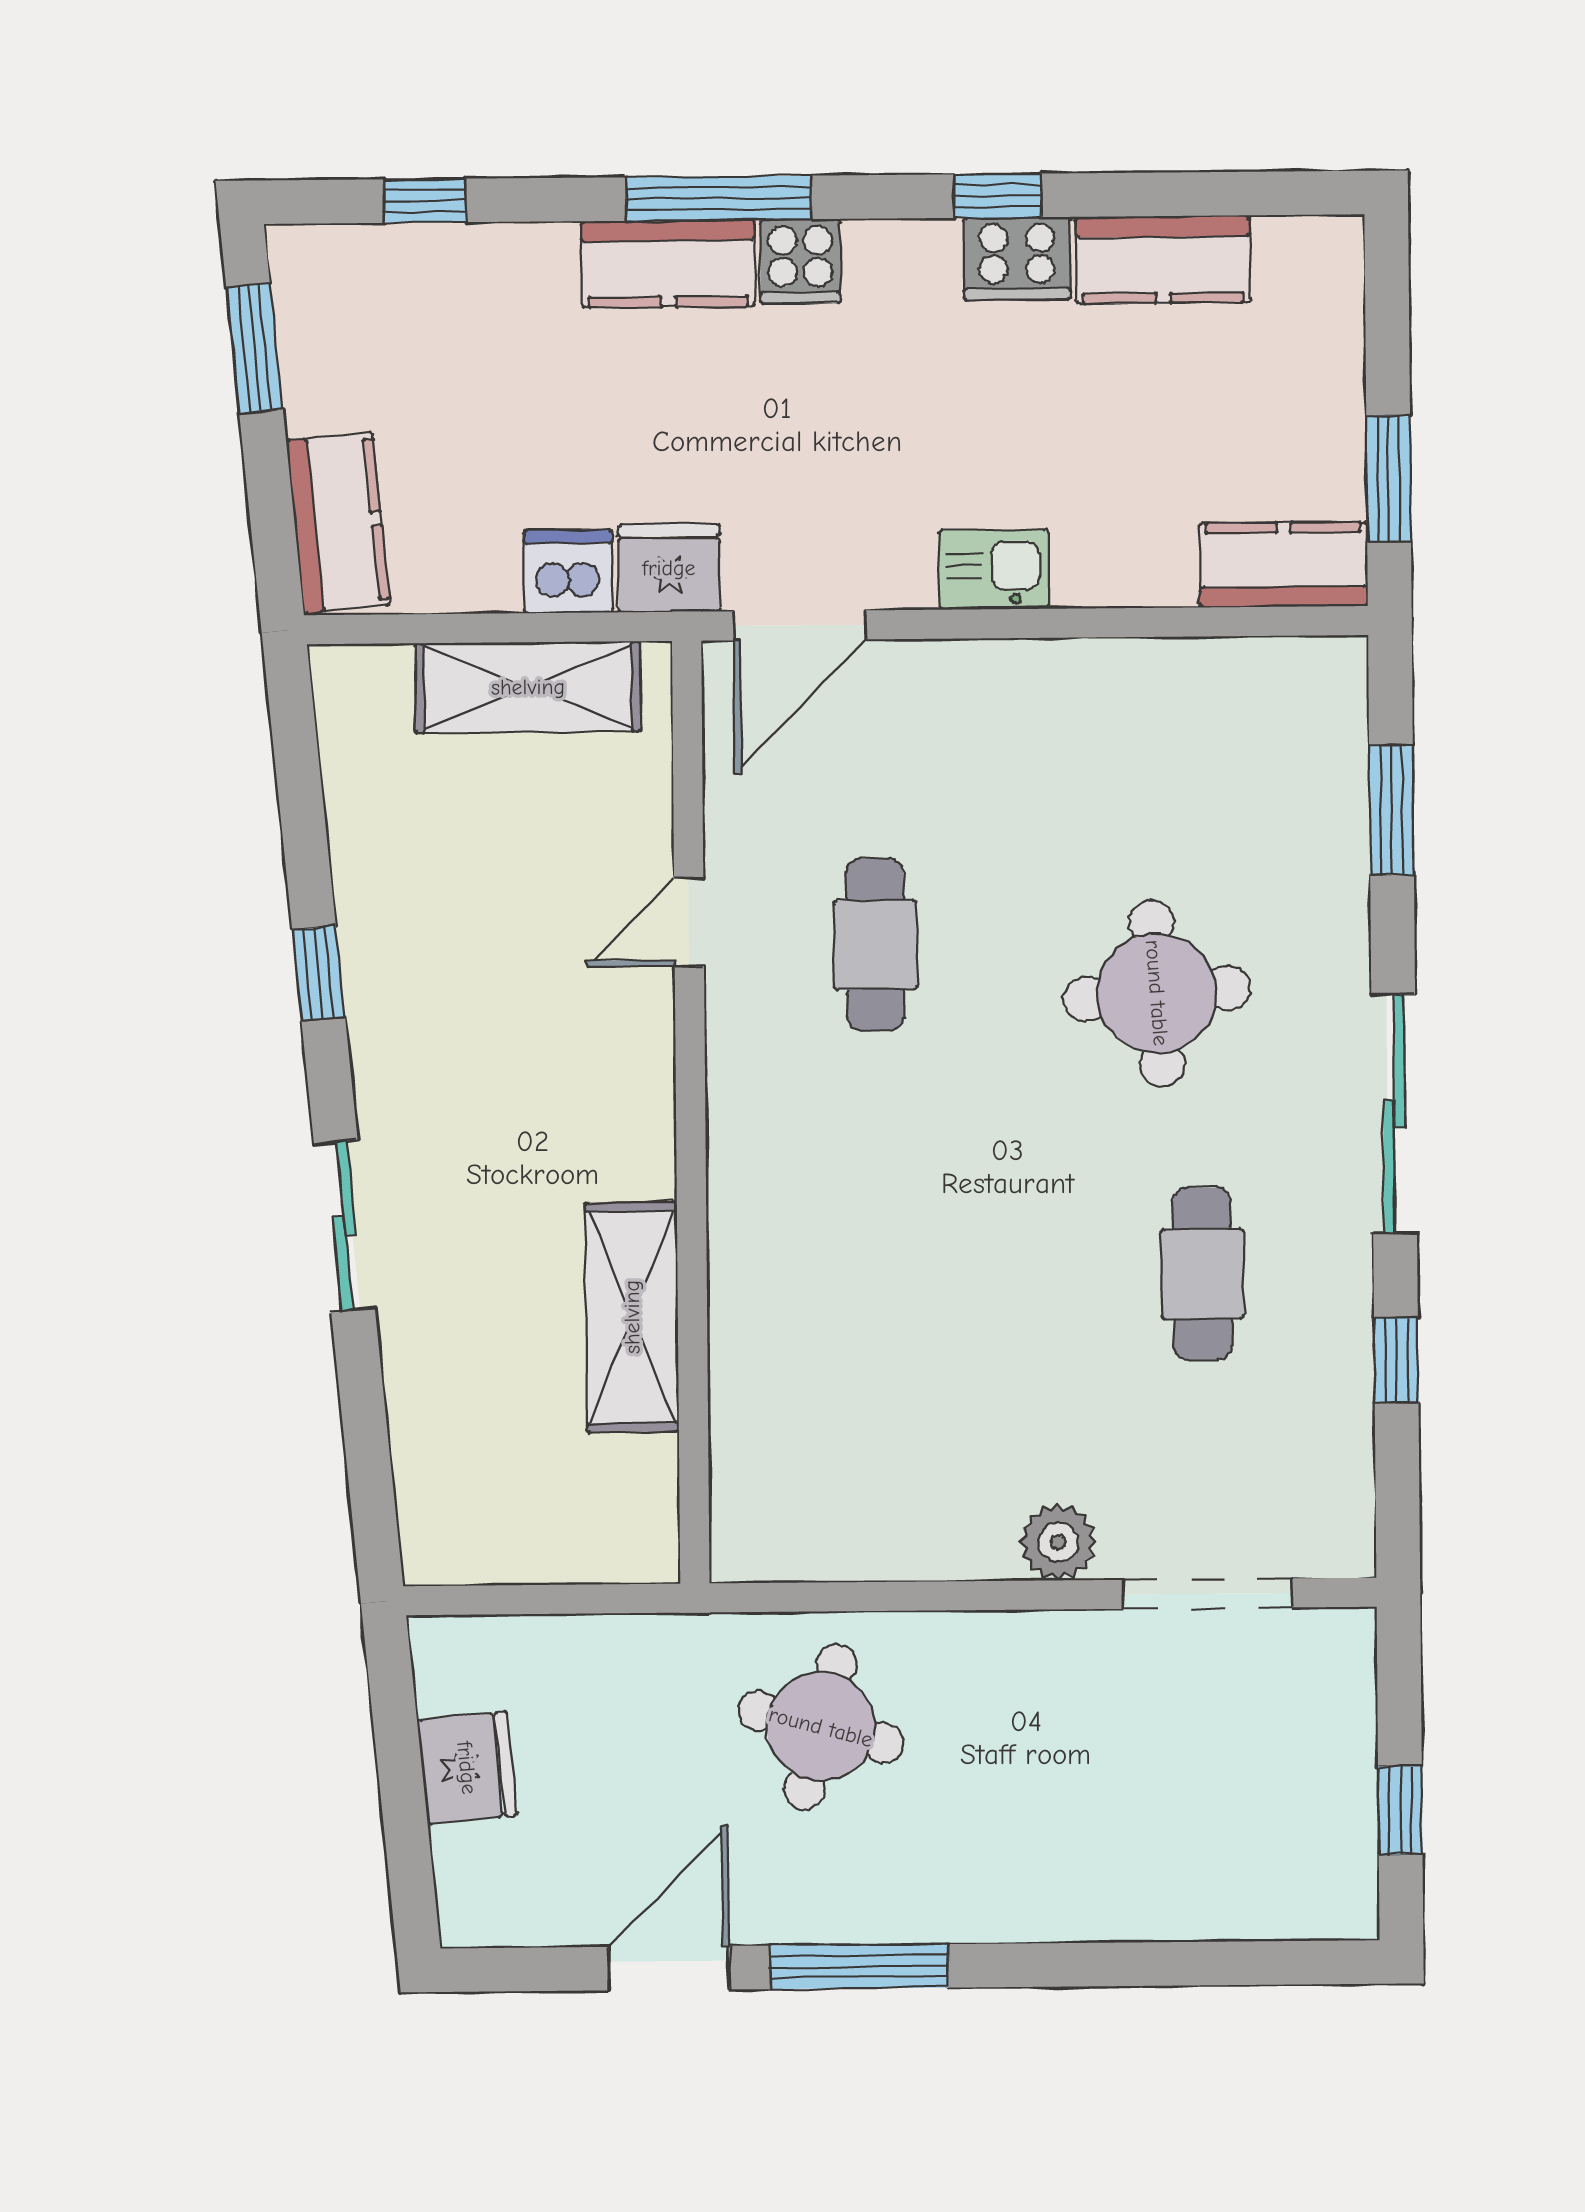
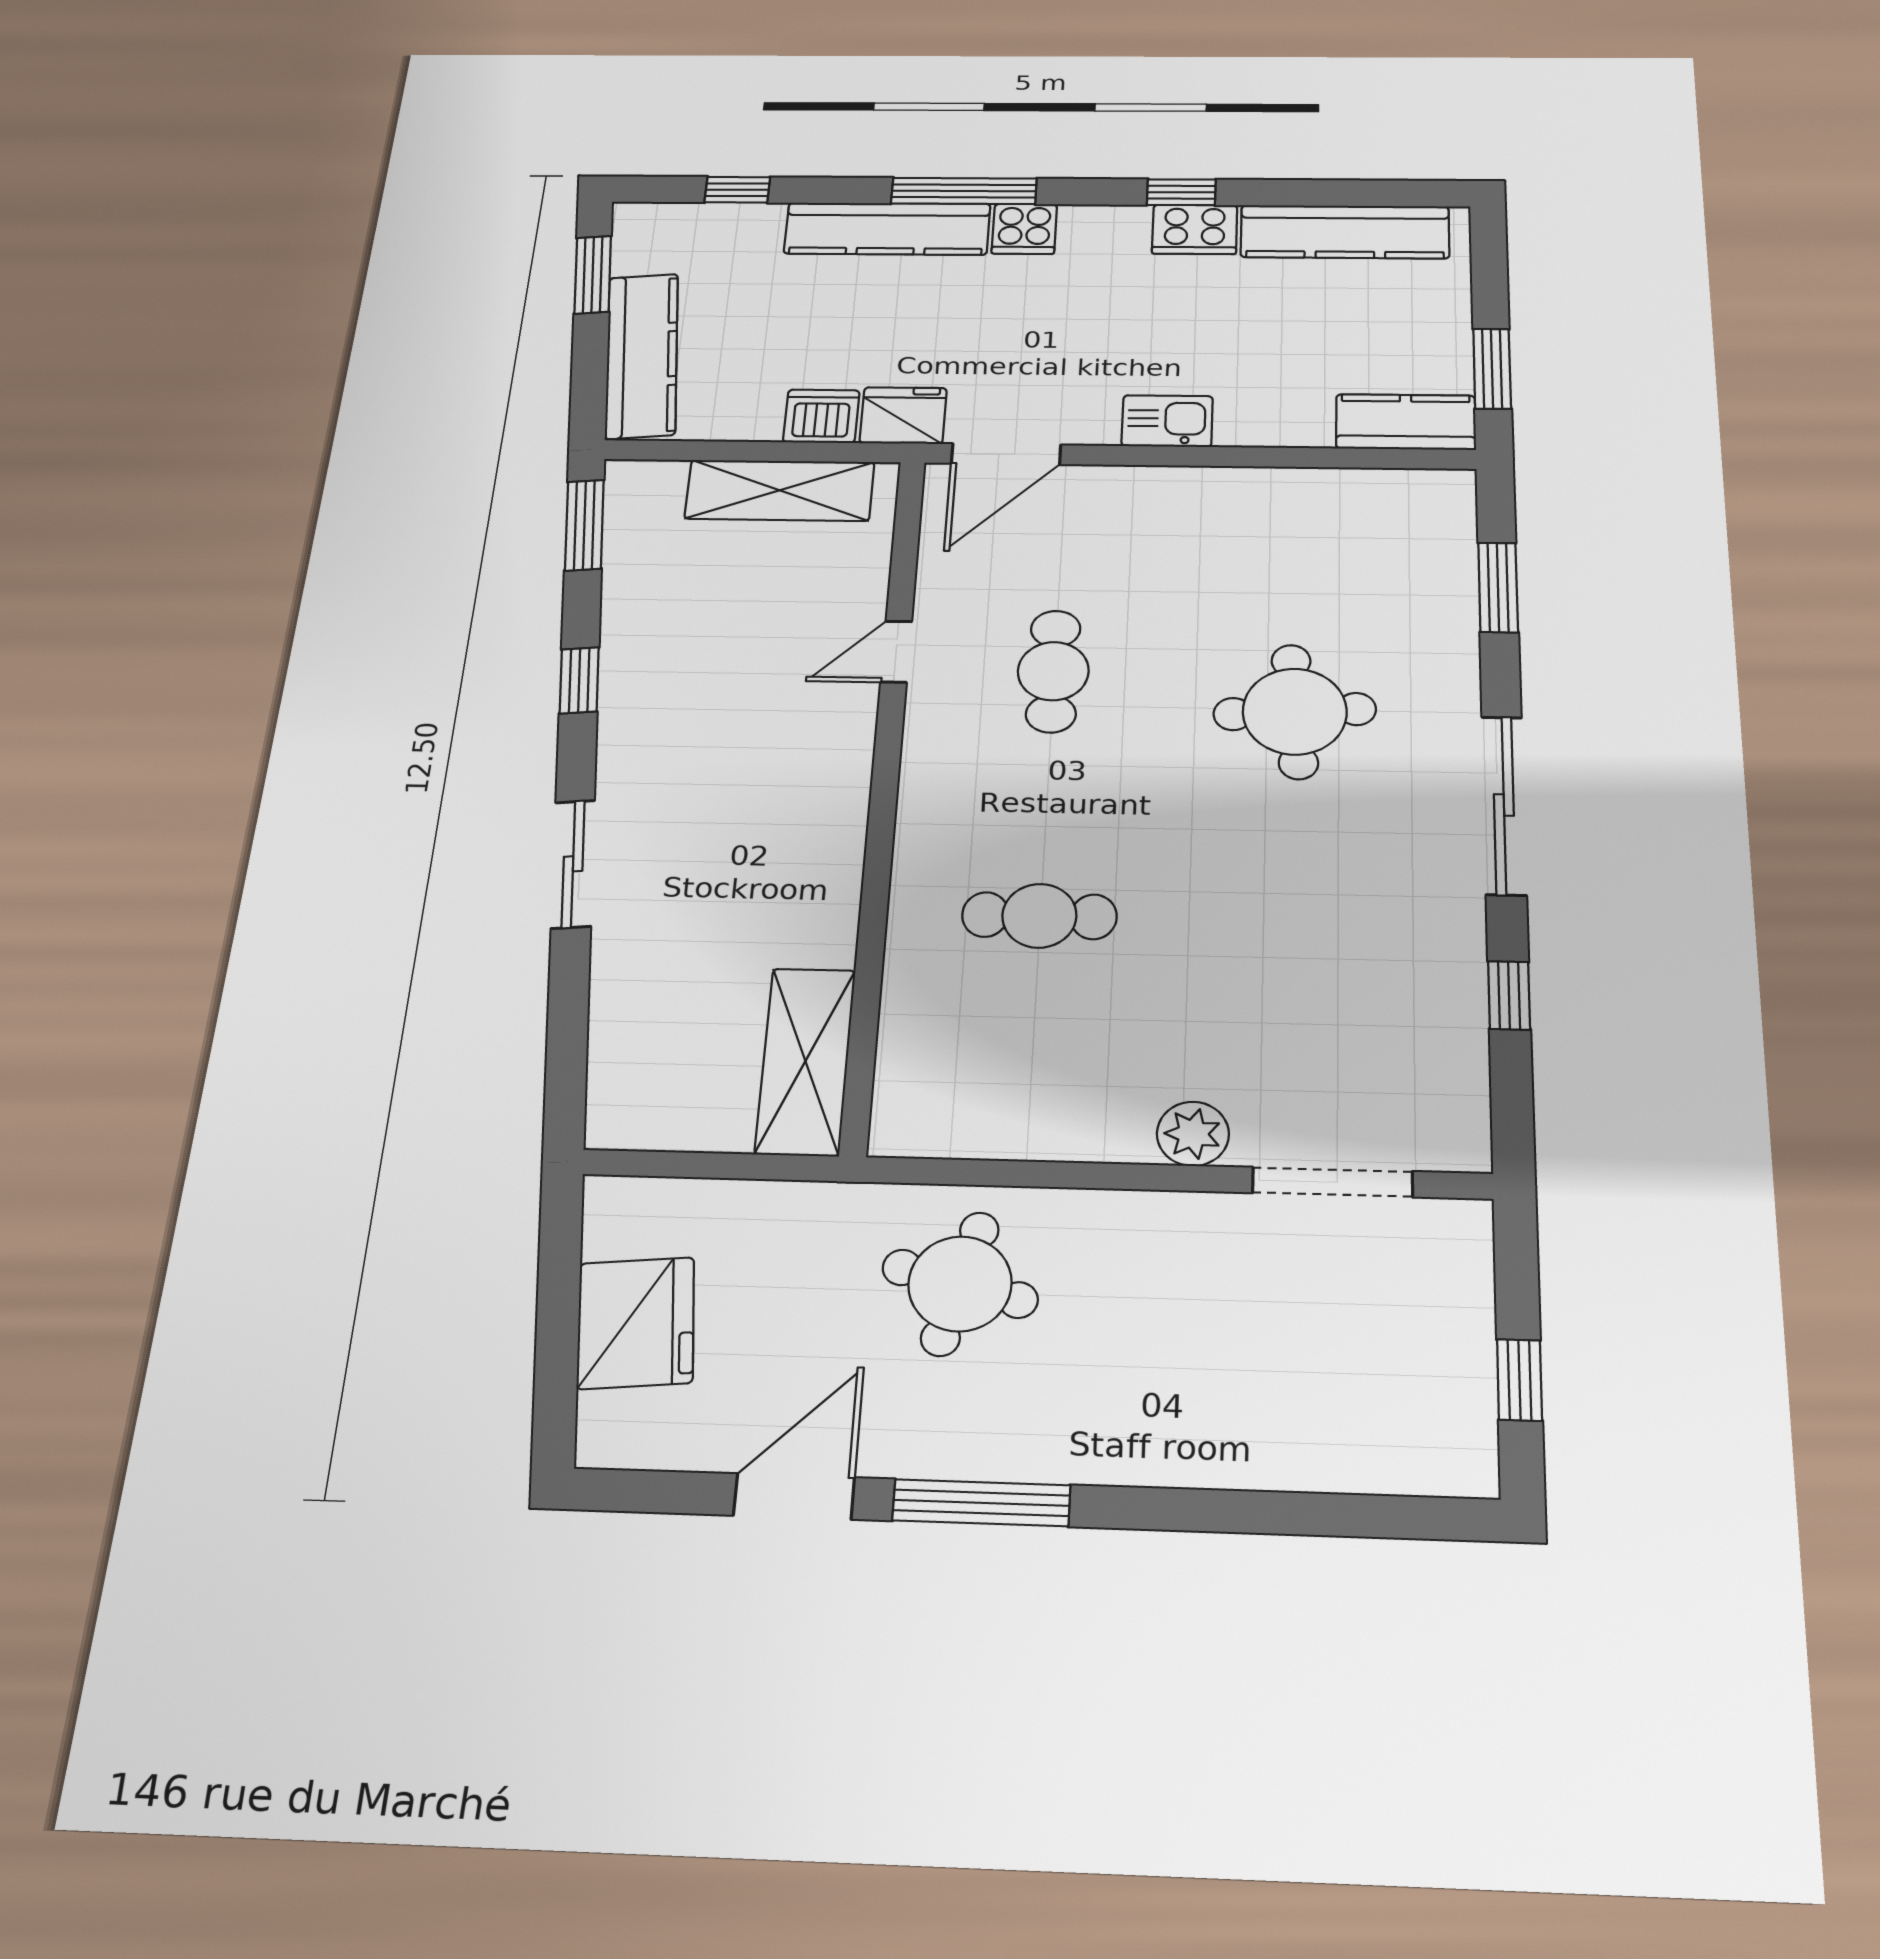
kitchen counter: (1163, 260) -> (1345, 232), width x1.50
kitchen counter: (668, 264) -> (887, 229), width x1.50
kitchen counter: (338, 523) -> (642, 355), width x1.50
window: (295, 746) -> (584, 525), added
cafe table: (1202, 1274) -> (1039, 916), moved, turned 90
shelving: (632, 1317) -> (806, 1061), moved
fridge: (467, 1768) -> (636, 1323), width x1.36, depth x1.34

